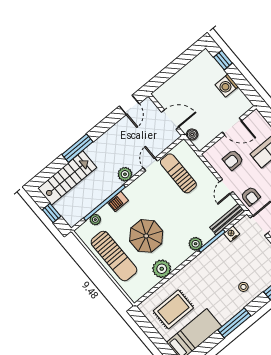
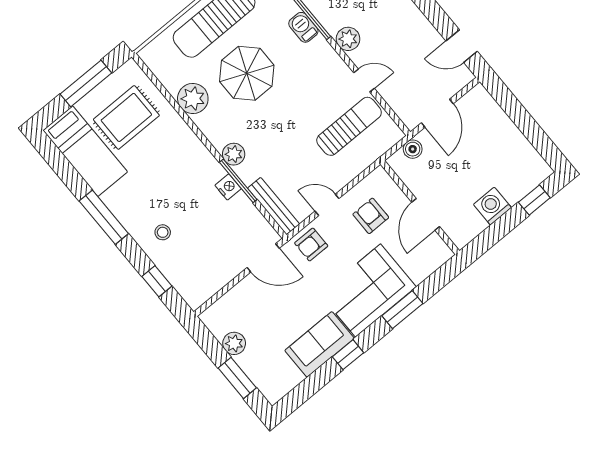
nightstand: (232, 234) -> (228, 187), moved
rug: (173, 309) -> (126, 117), turned 90
window: (153, 334) -> (86, 83), added

